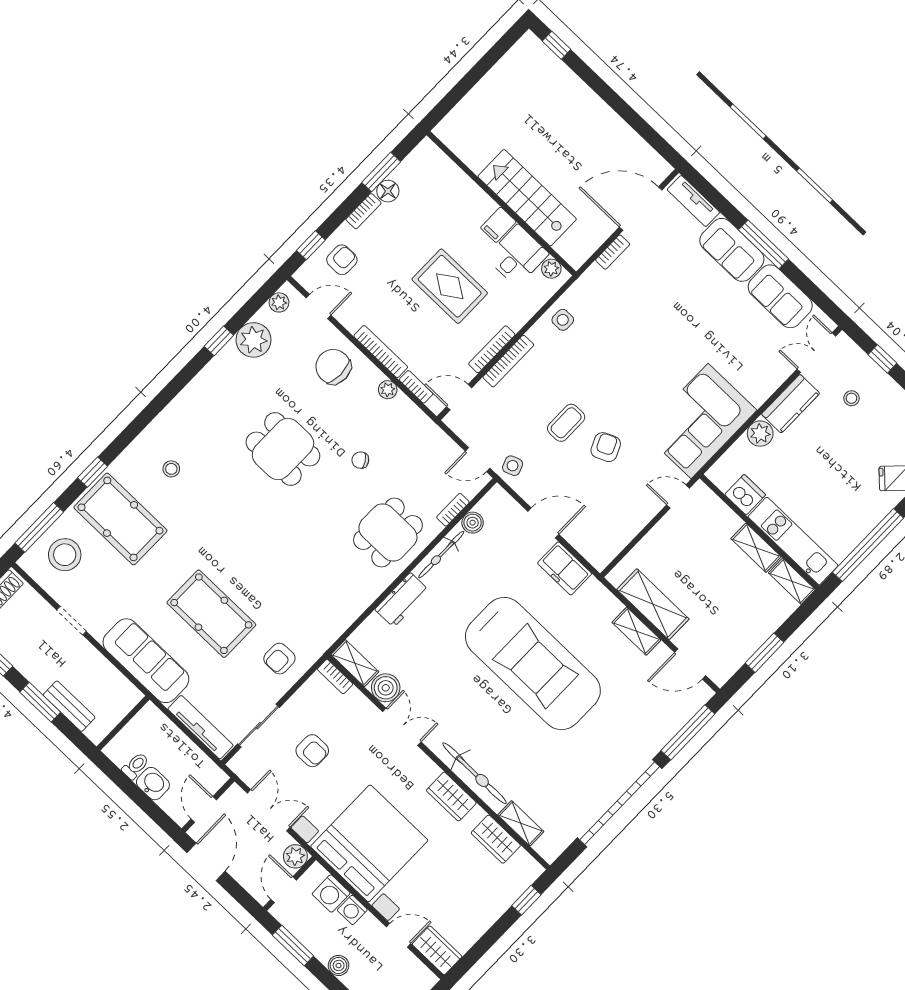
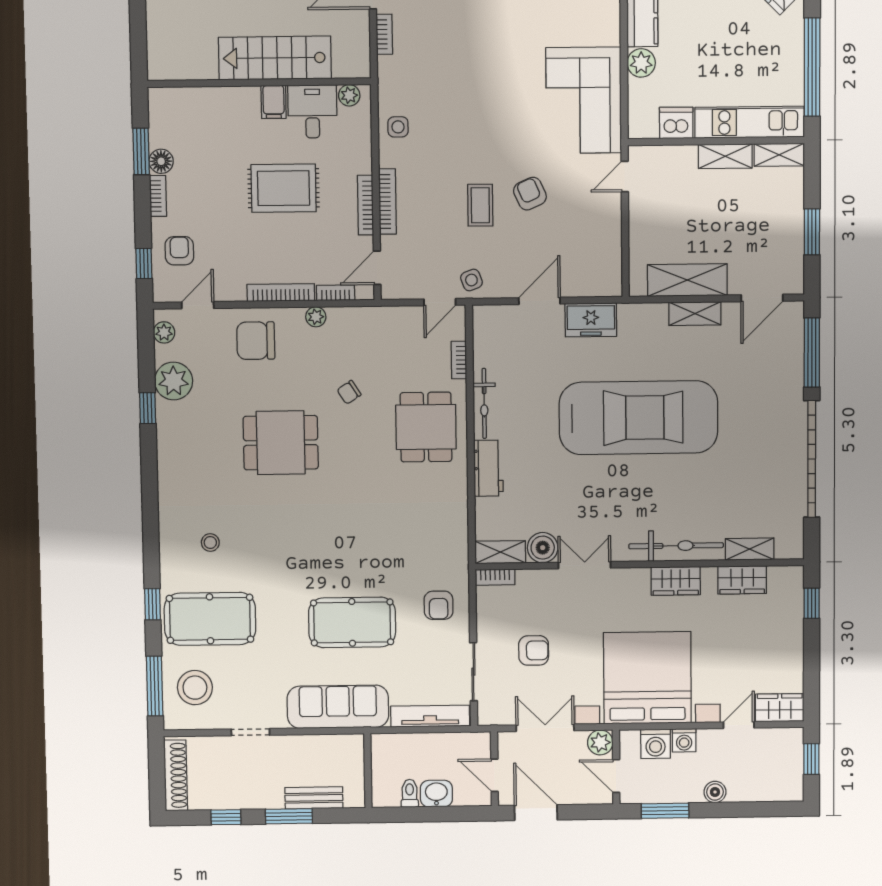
boiler: (473, 523) -> (484, 355), removed

